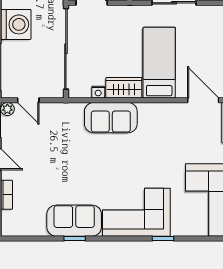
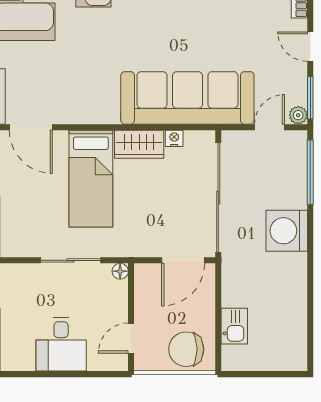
door: (28, 100) -> (270, 127), hinge flipped
sofa: (111, 118) -> (187, 98), width x1.85, depth x1.27

